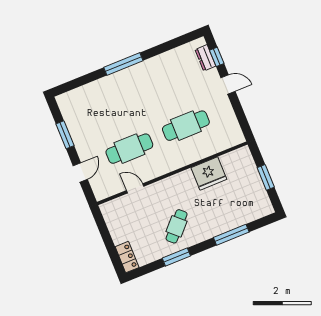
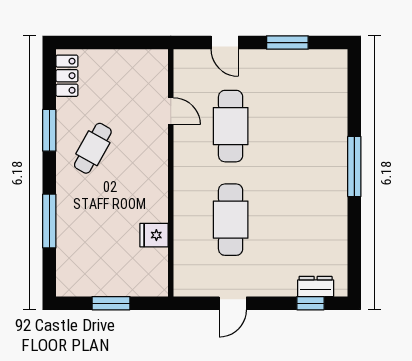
door: (228, 85) -> (233, 303), moved
fridge: (209, 174) -> (154, 235), width x0.53, depth x0.75
door: (135, 188) -> (171, 111), hinge flipped
cafe table: (177, 226) -> (93, 148), turned 76
locker: (127, 257) -> (67, 76), moved, turned -90

